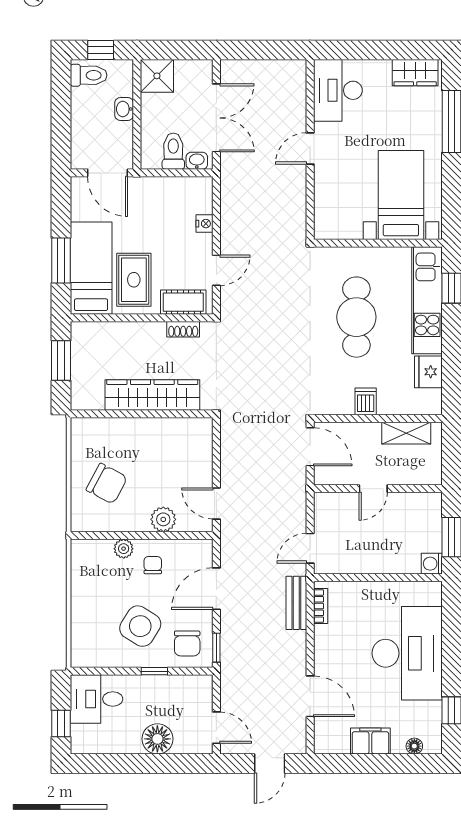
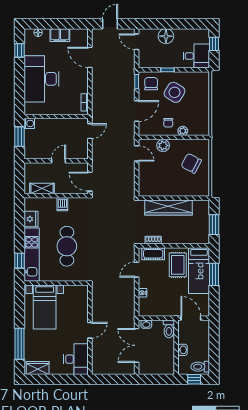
shower: (157, 76) -> (166, 366), removed
toilet: (173, 151) -> (169, 329), moved
bench: (296, 603) -> (97, 104), removed

